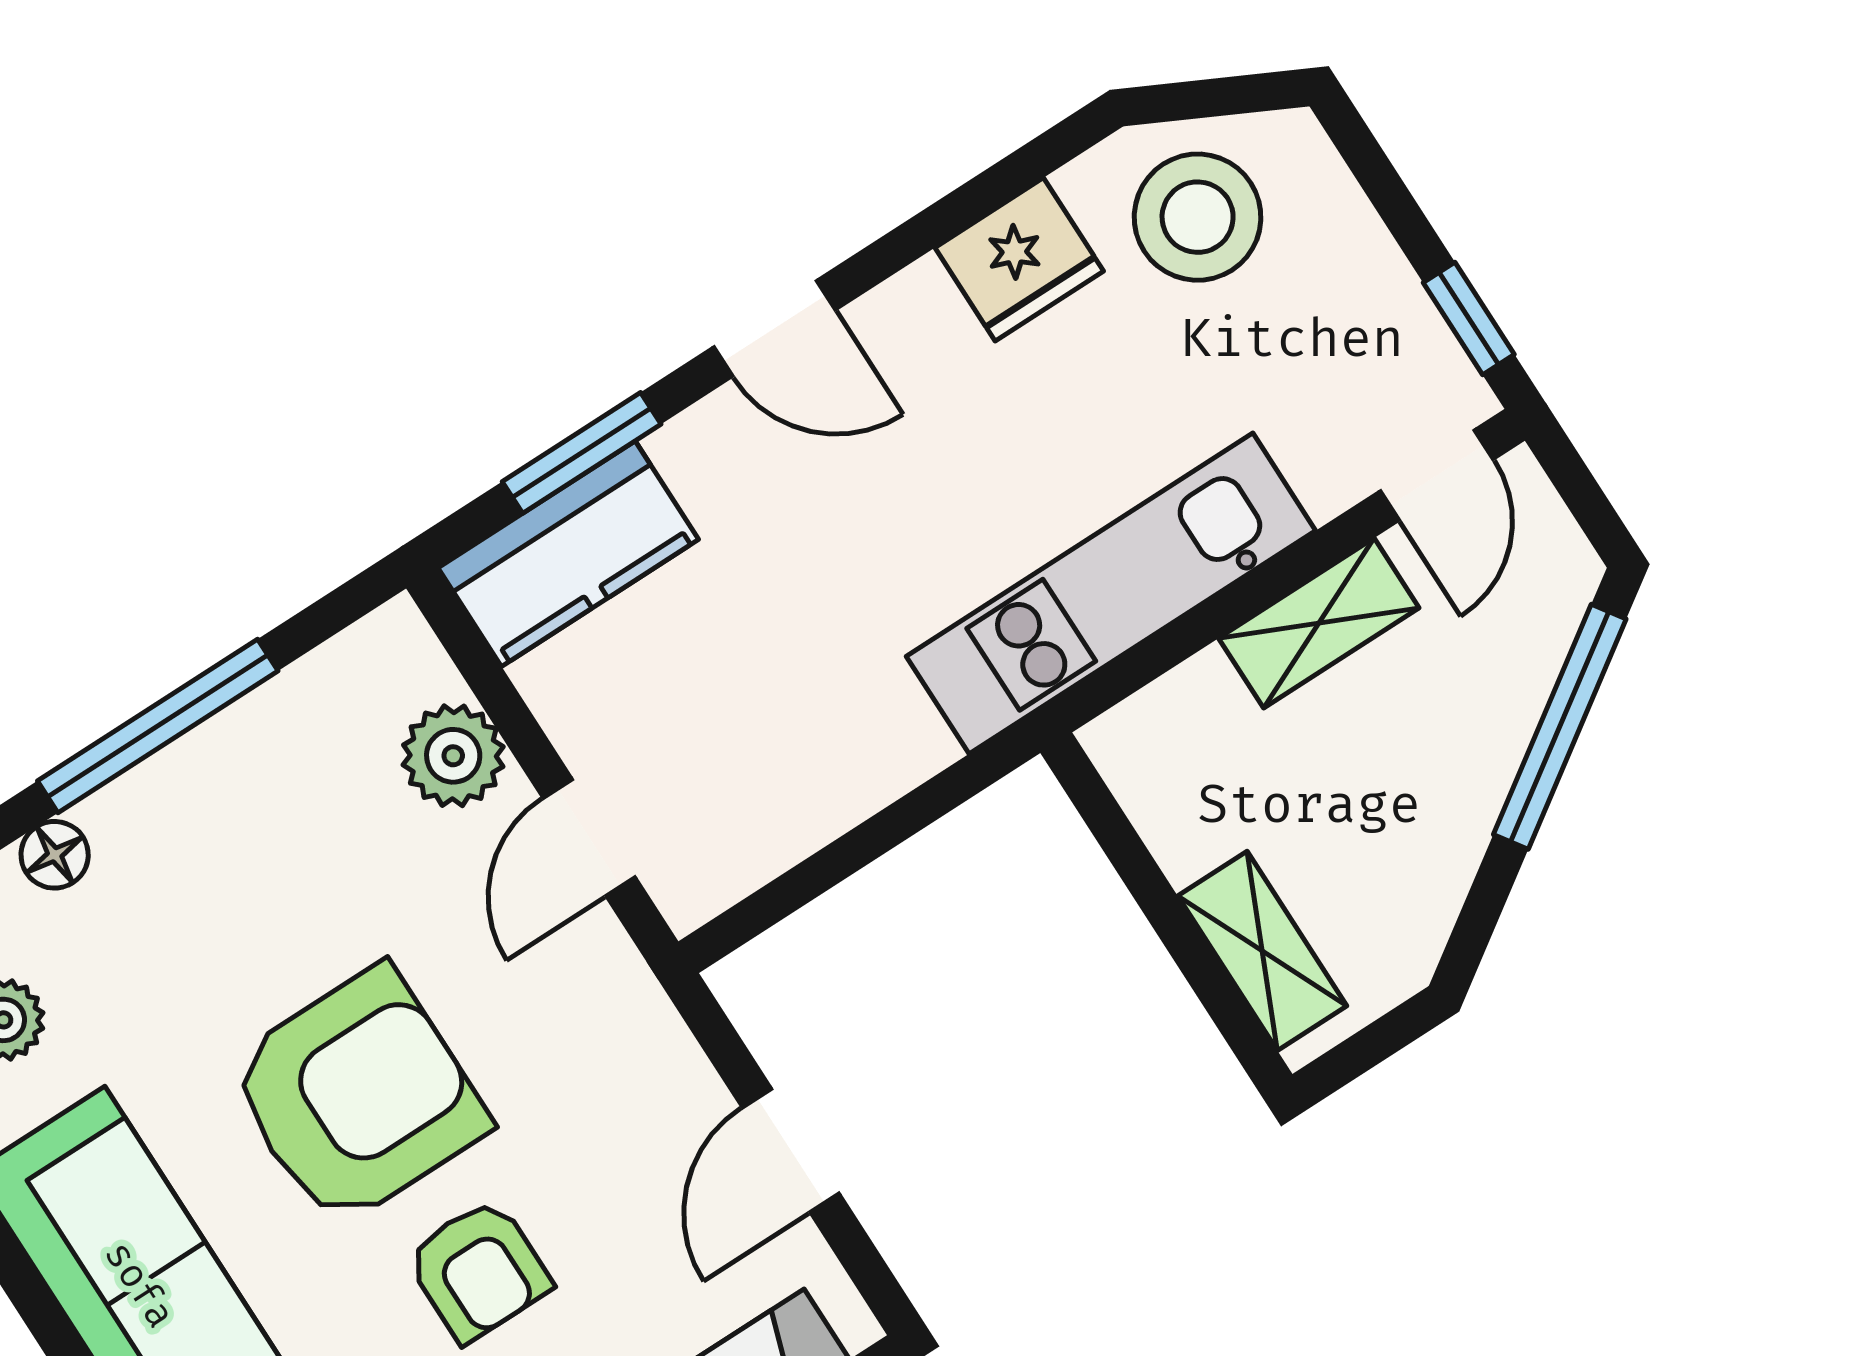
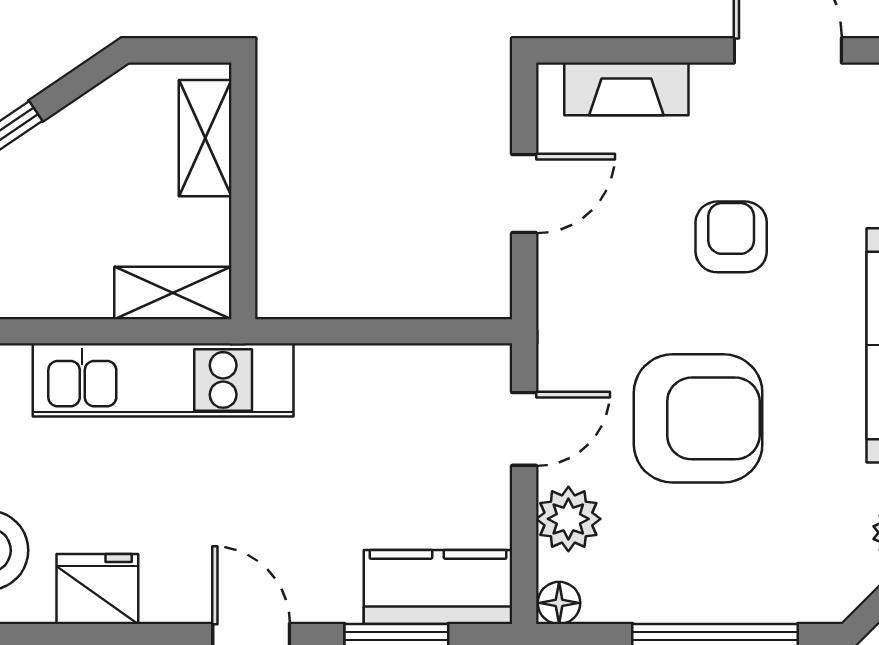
shelving: (1319, 623) -> (173, 293), moved
floor lamp: (55, 855) -> (559, 603), moved
armchair: (357, 1097) -> (698, 418), moved, turned 180

